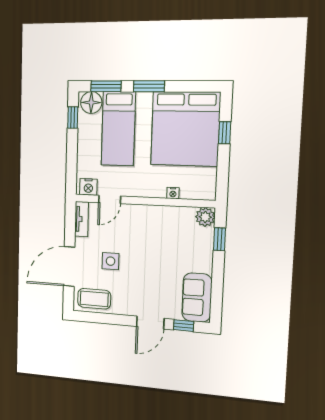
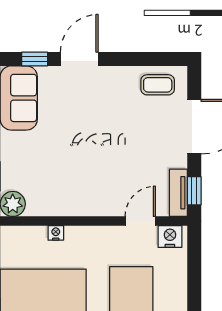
window: (70, 220) -> (194, 191), added
side table: (111, 261) -> (136, 138), removed
coffee table: (94, 299) -> (158, 85), width x0.73, depth x0.77

